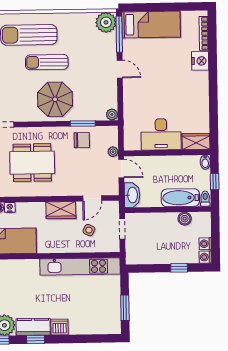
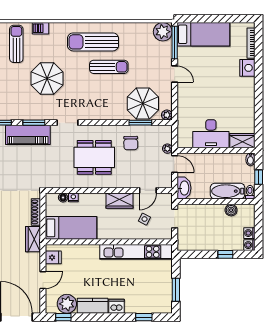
sun lounger: (47, 62) -> (109, 67), turned 180
parasol: (55, 99) -> (143, 103), moved
chair: (82, 140) -> (131, 143), moved, turned 89
window: (36, 339) -> (144, 317), moved

